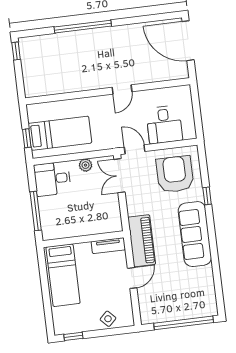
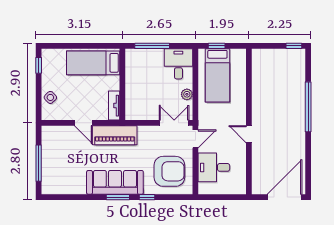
window: (211, 229) -> (118, 197), added
window: (184, 323) -> (39, 163), width x0.68

